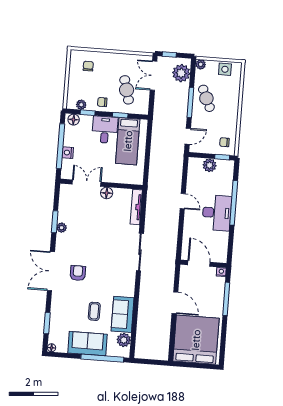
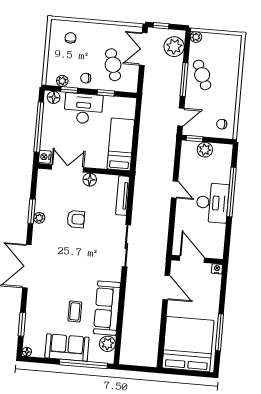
side table: (225, 69) -> (223, 43), removed
desk: (105, 130) -> (83, 109), width x1.37
bed: (128, 141) -> (121, 144), moved, turned 180
nightstand: (68, 153) -> (45, 157), moved
window: (222, 157) -> (195, 139), moved
armchair: (78, 273) -> (76, 219), moved, turned 90
window: (226, 299) -> (219, 332), moved
door: (175, 303) -> (166, 288), moved
sofa: (123, 314) -> (107, 308), width x1.36

